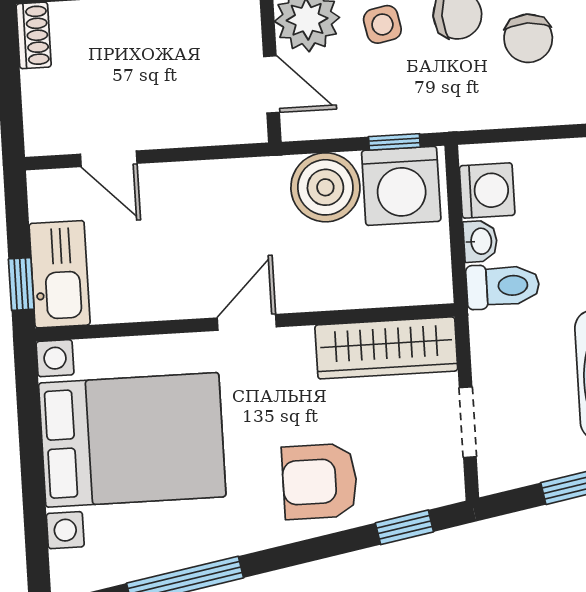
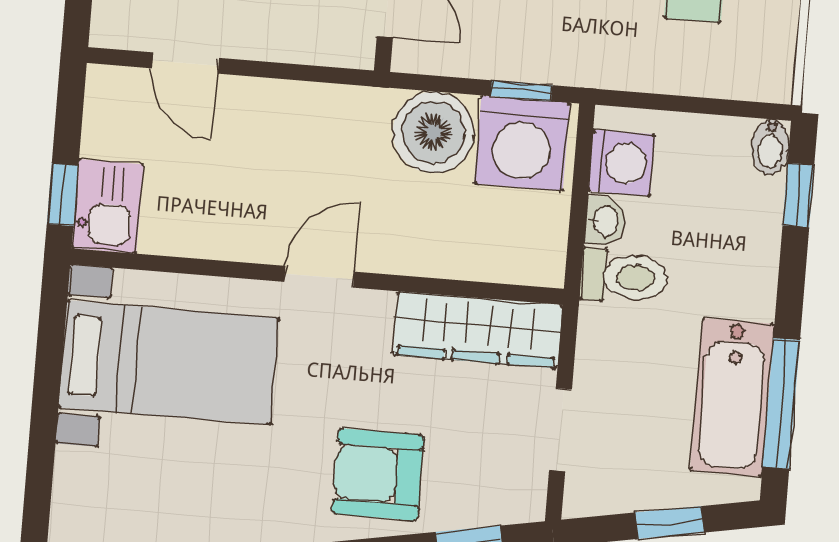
kitchen sink: (60, 274) -> (108, 206), width x0.73
bed with nightstands: (132, 440) -> (169, 363), width x0.73

